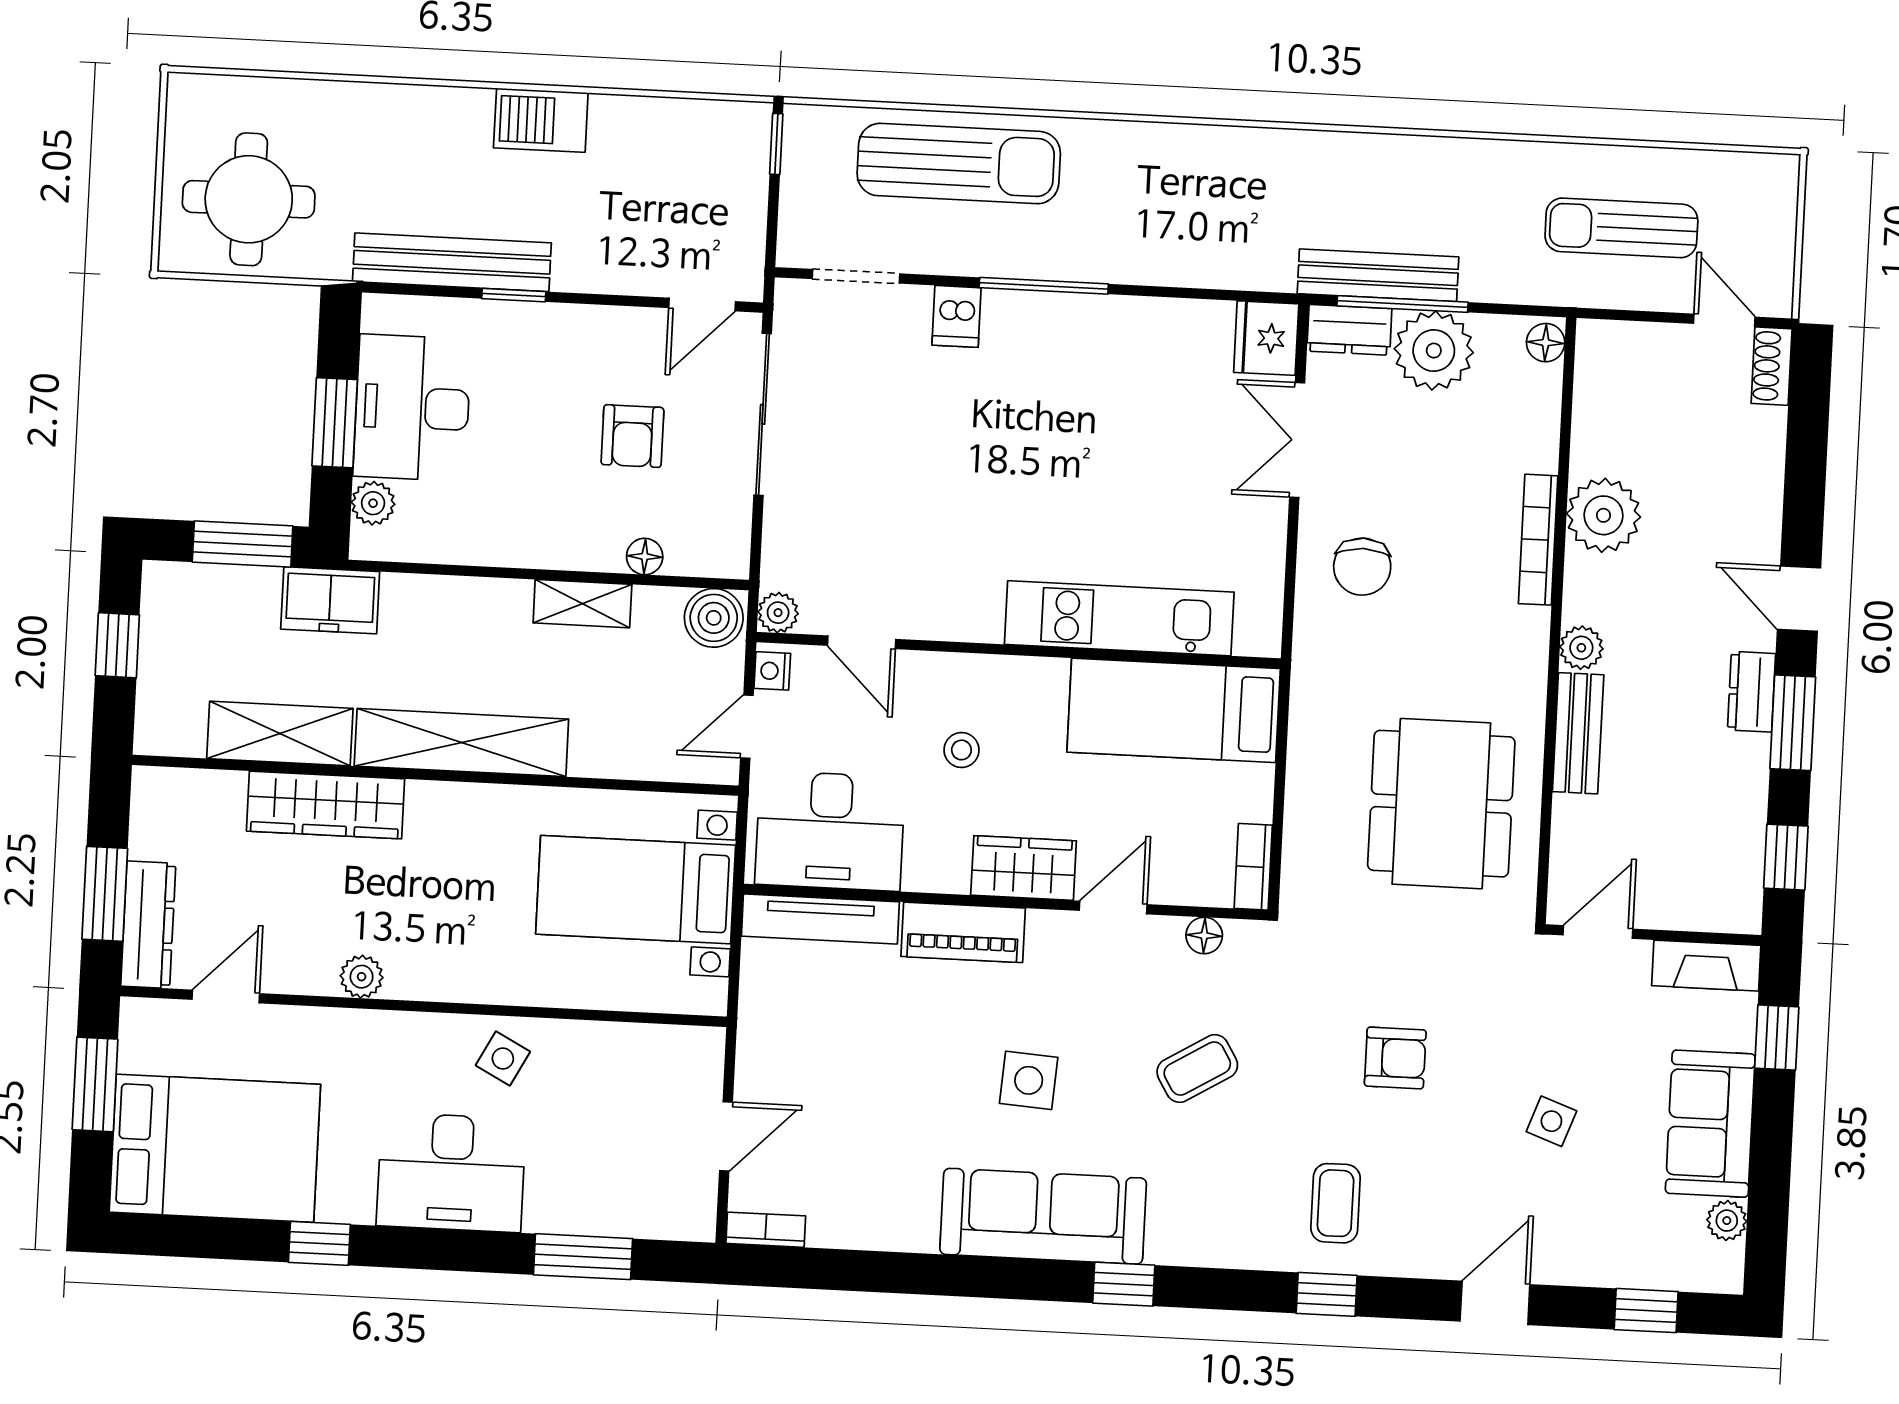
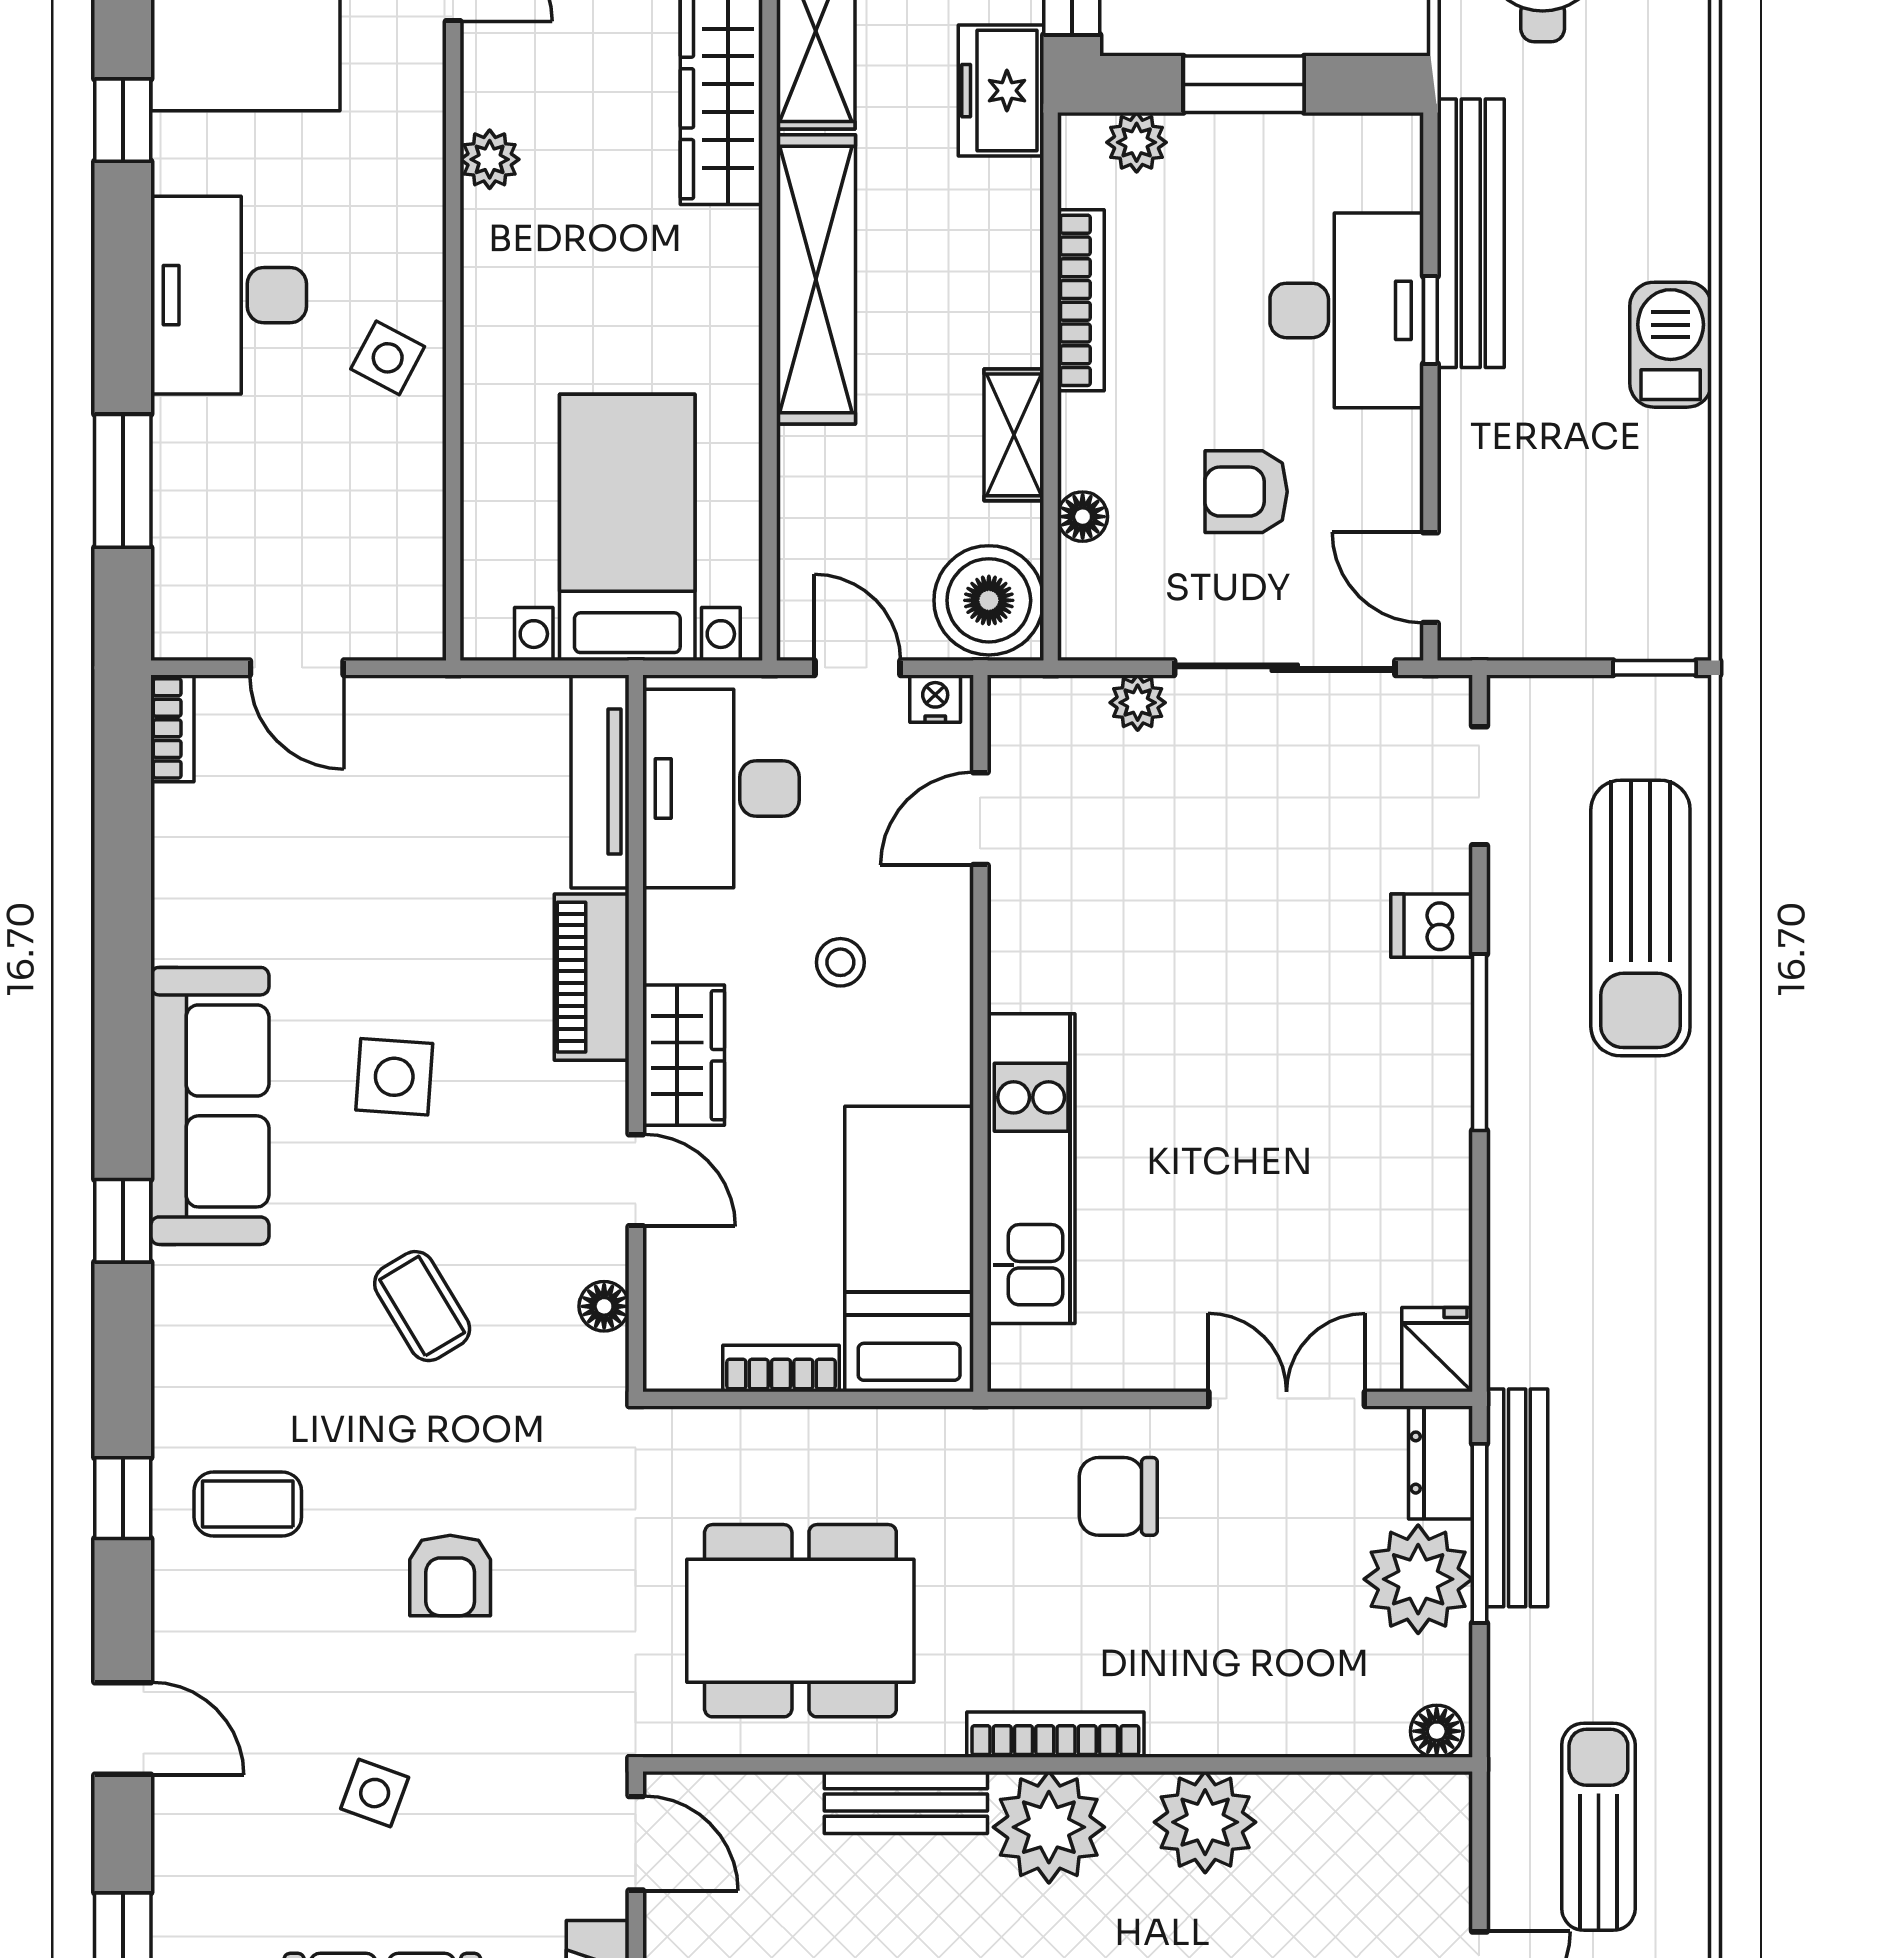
fridge: (1266, 338) -> (1437, 1350), width x0.72
desk: (412, 408) -> (1347, 310), moved, turned 90
bookcase: (1538, 540) -> (1055, 1735), moved
bookcase: (487, 550) -> (1081, 300), added
plant: (778, 613) -> (1138, 703), moved
boiler: (714, 618) -> (989, 600), width x1.37, depth x1.37
plant: (1581, 648) -> (1049, 1827), width x1.87, depth x1.87
bookcase: (1253, 867) -> (781, 1369), moved

